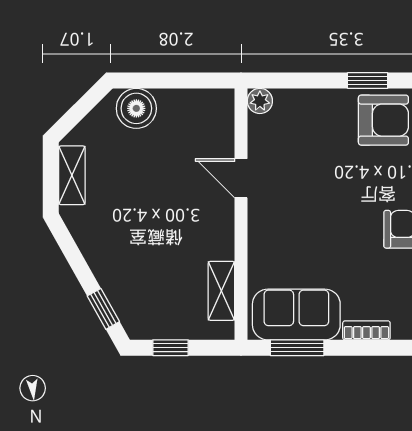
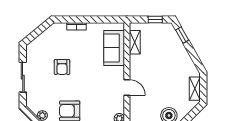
sofa: (296, 314) -> (114, 48), moved, turned 90
window: (297, 348) -> (104, 19), removed

